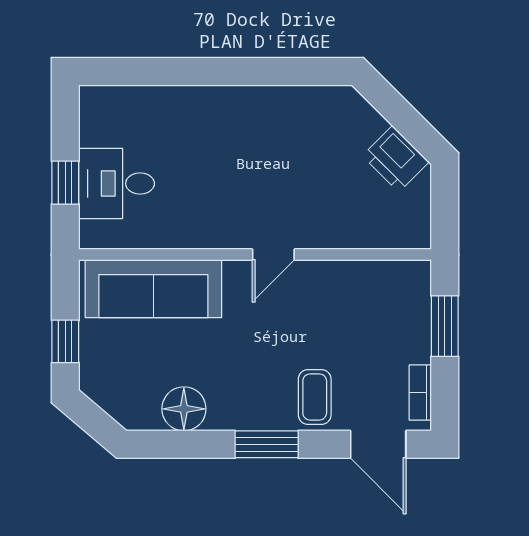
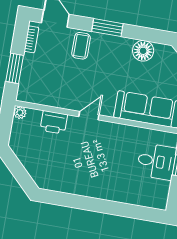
printer: (396, 159) -> (54, 122), moved, turned 135
plant: (418, 236) -> (20, 113), added

